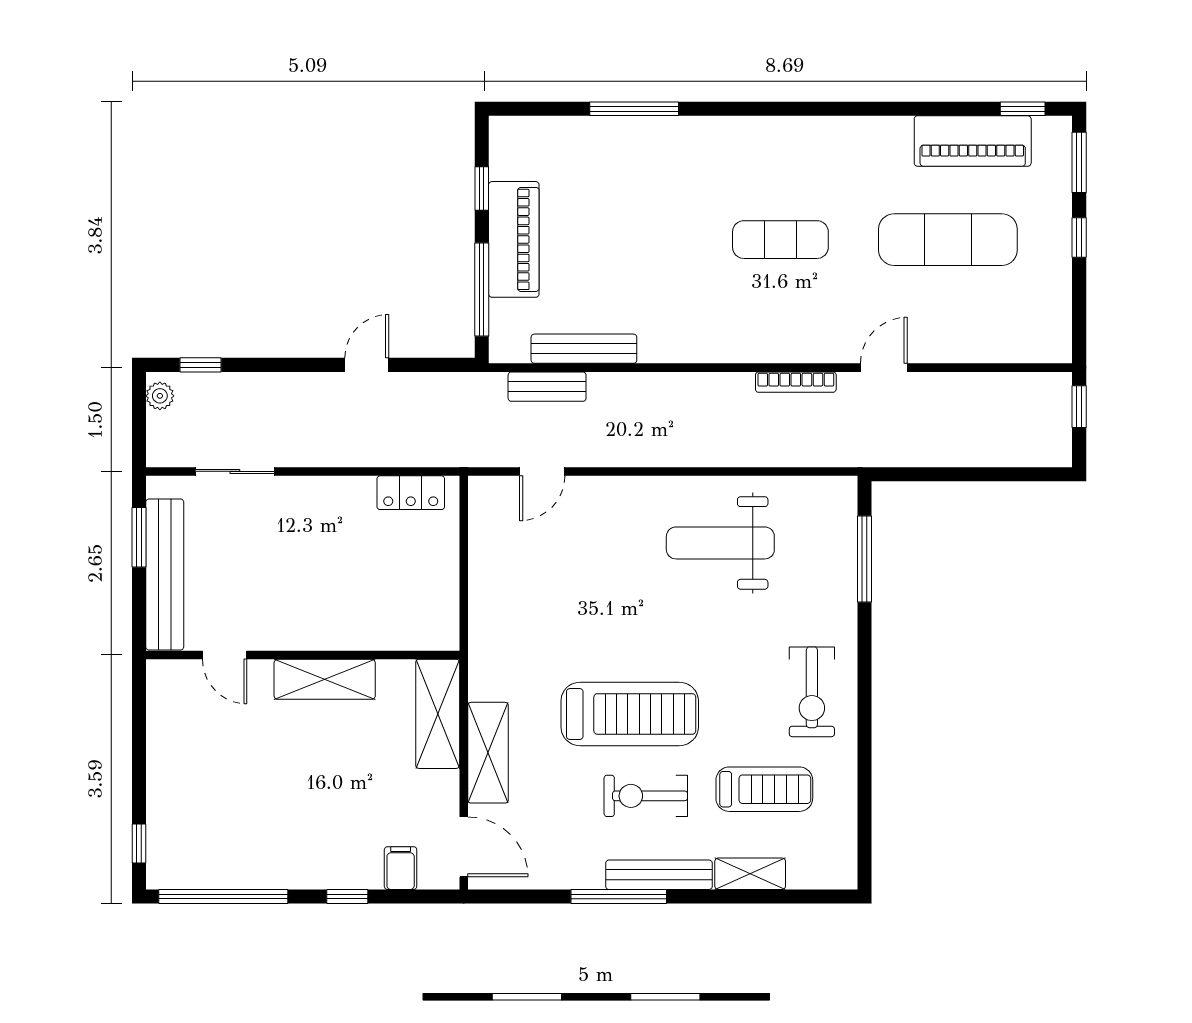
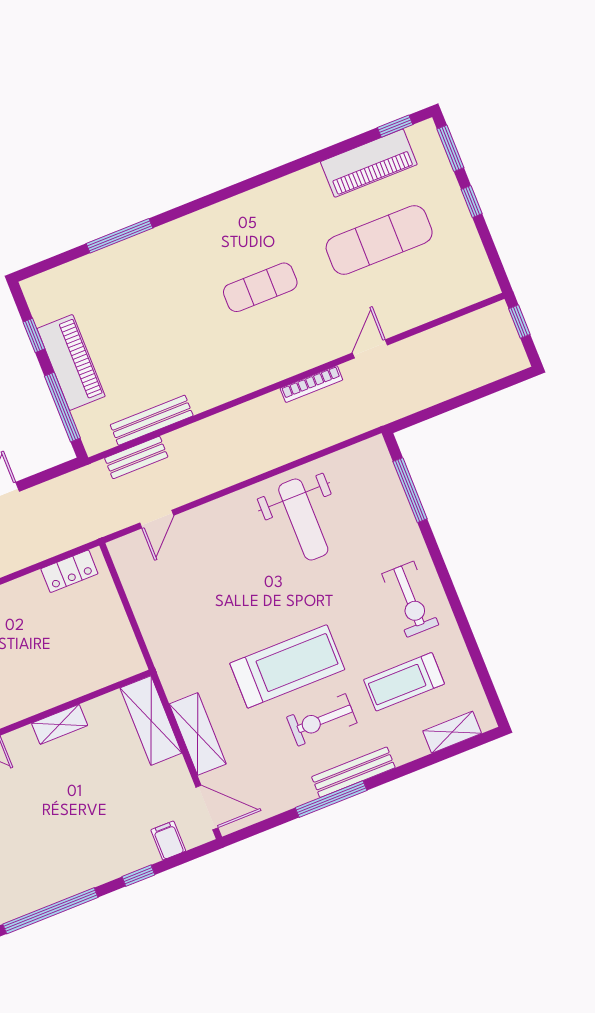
weight bench: (720, 543) -> (303, 520), turned -90
shelving: (325, 679) -> (60, 724), width x0.67, depth x0.75
treadmill: (764, 789) -> (404, 682), turned 180
shelving: (750, 874) -> (452, 732), moved

